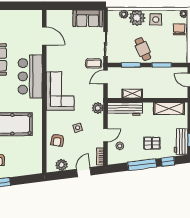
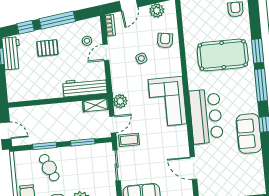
cafe table: (143, 49) -> (49, 168), moved
shelving: (132, 94) -> (96, 105), moved
plant: (98, 108) -> (120, 101), moved
shelving: (169, 109) -> (30, 93), removed

